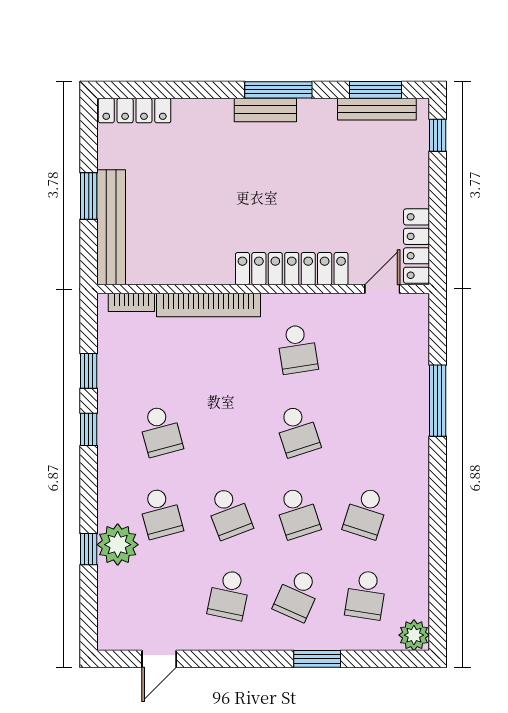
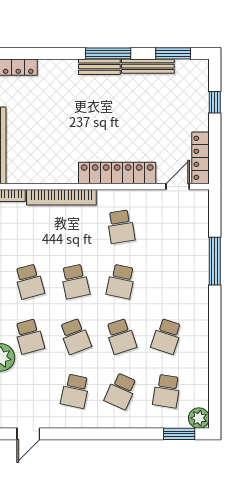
bench: (377, 109) -> (148, 66), moved
window: (438, 135) -> (215, 102), moved
school desk: (229, 431) -> (75, 281), added
school desk: (297, 431) -> (121, 281), turned 30
window: (317, 659) -> (179, 434), moved

